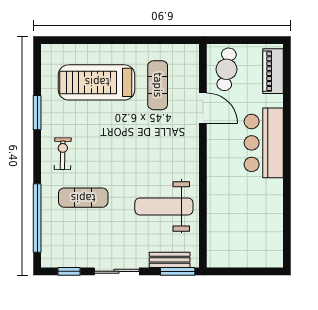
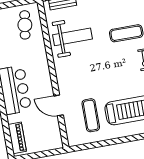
cafe table: (227, 69) -> (25, 25), moved

